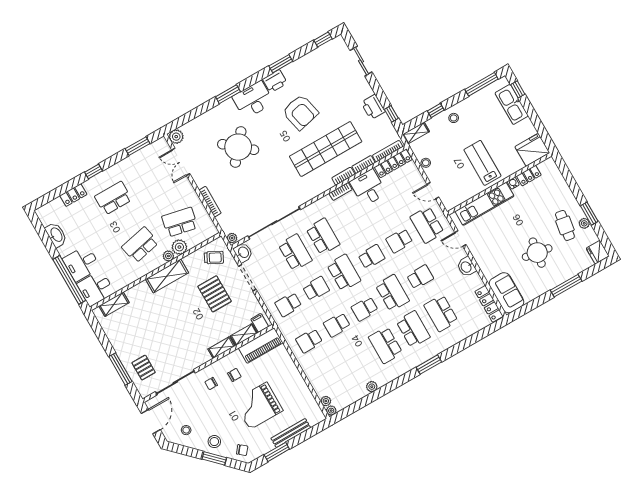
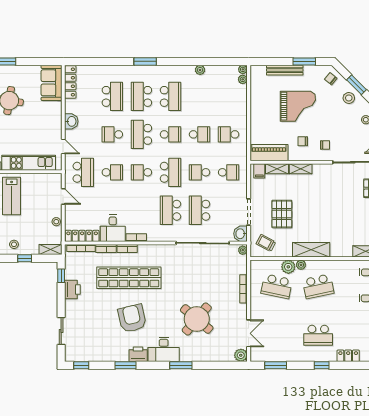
school desk: (344, 273) -> (170, 172), turned 180
school desk: (309, 341) -> (229, 134), turned 180

